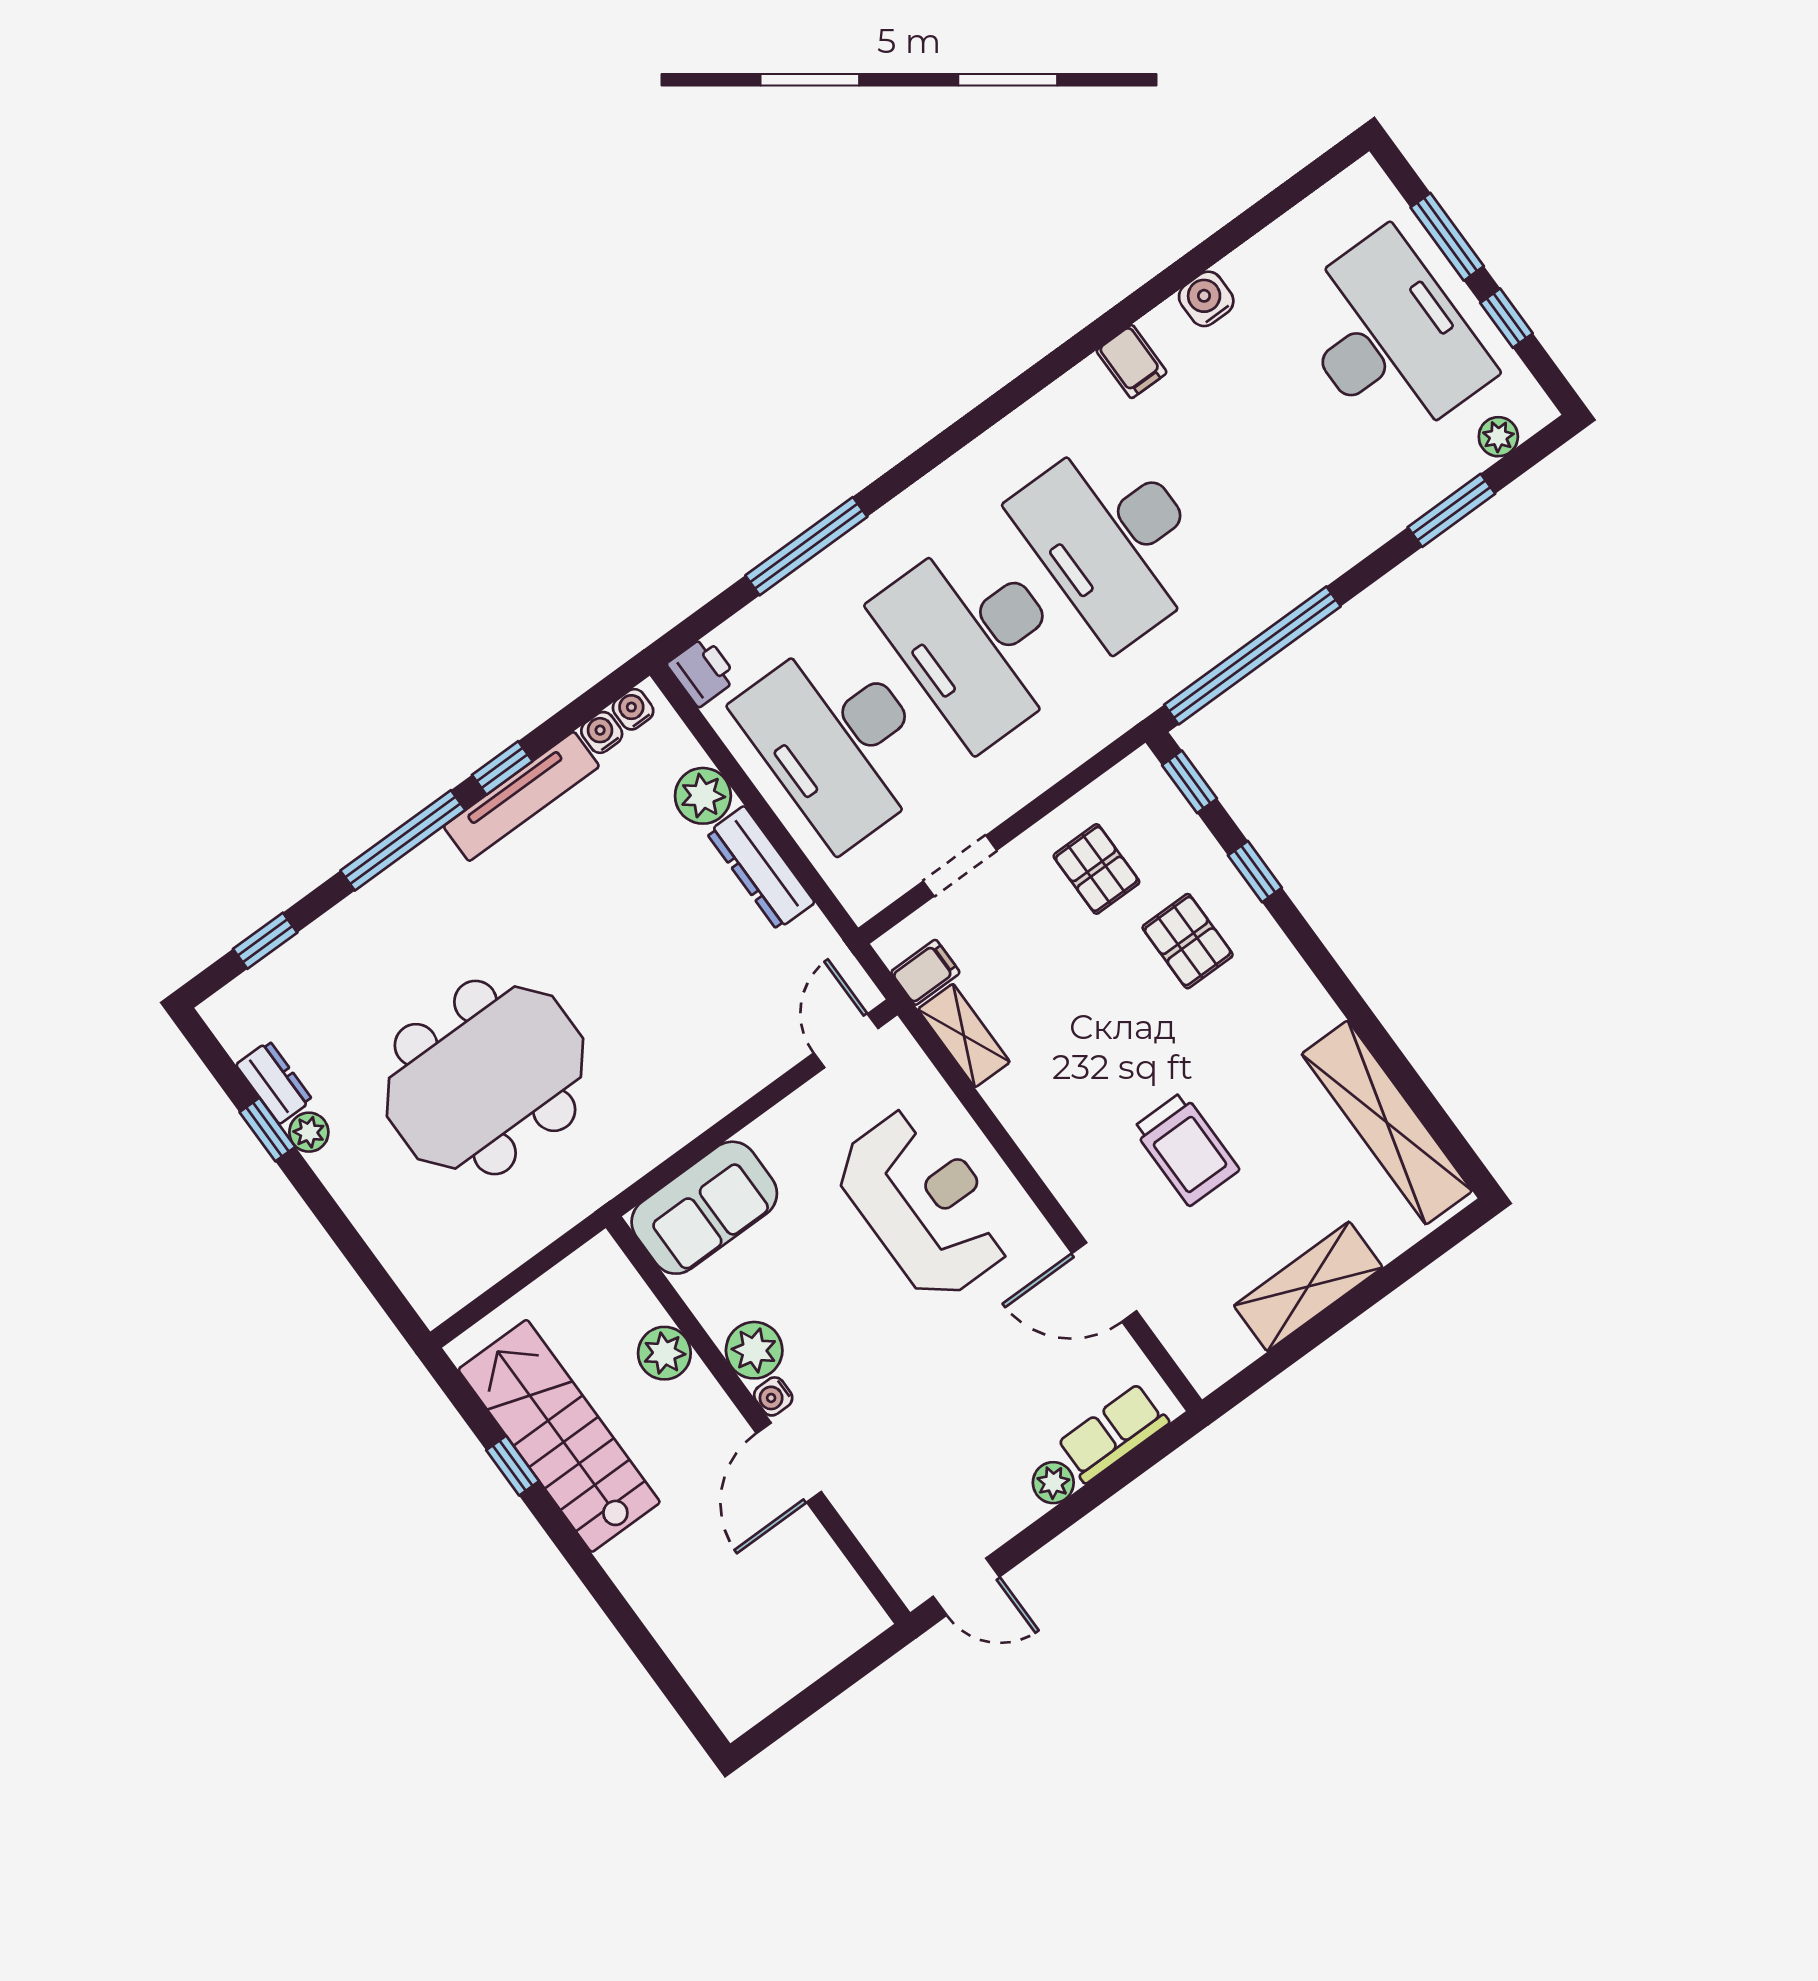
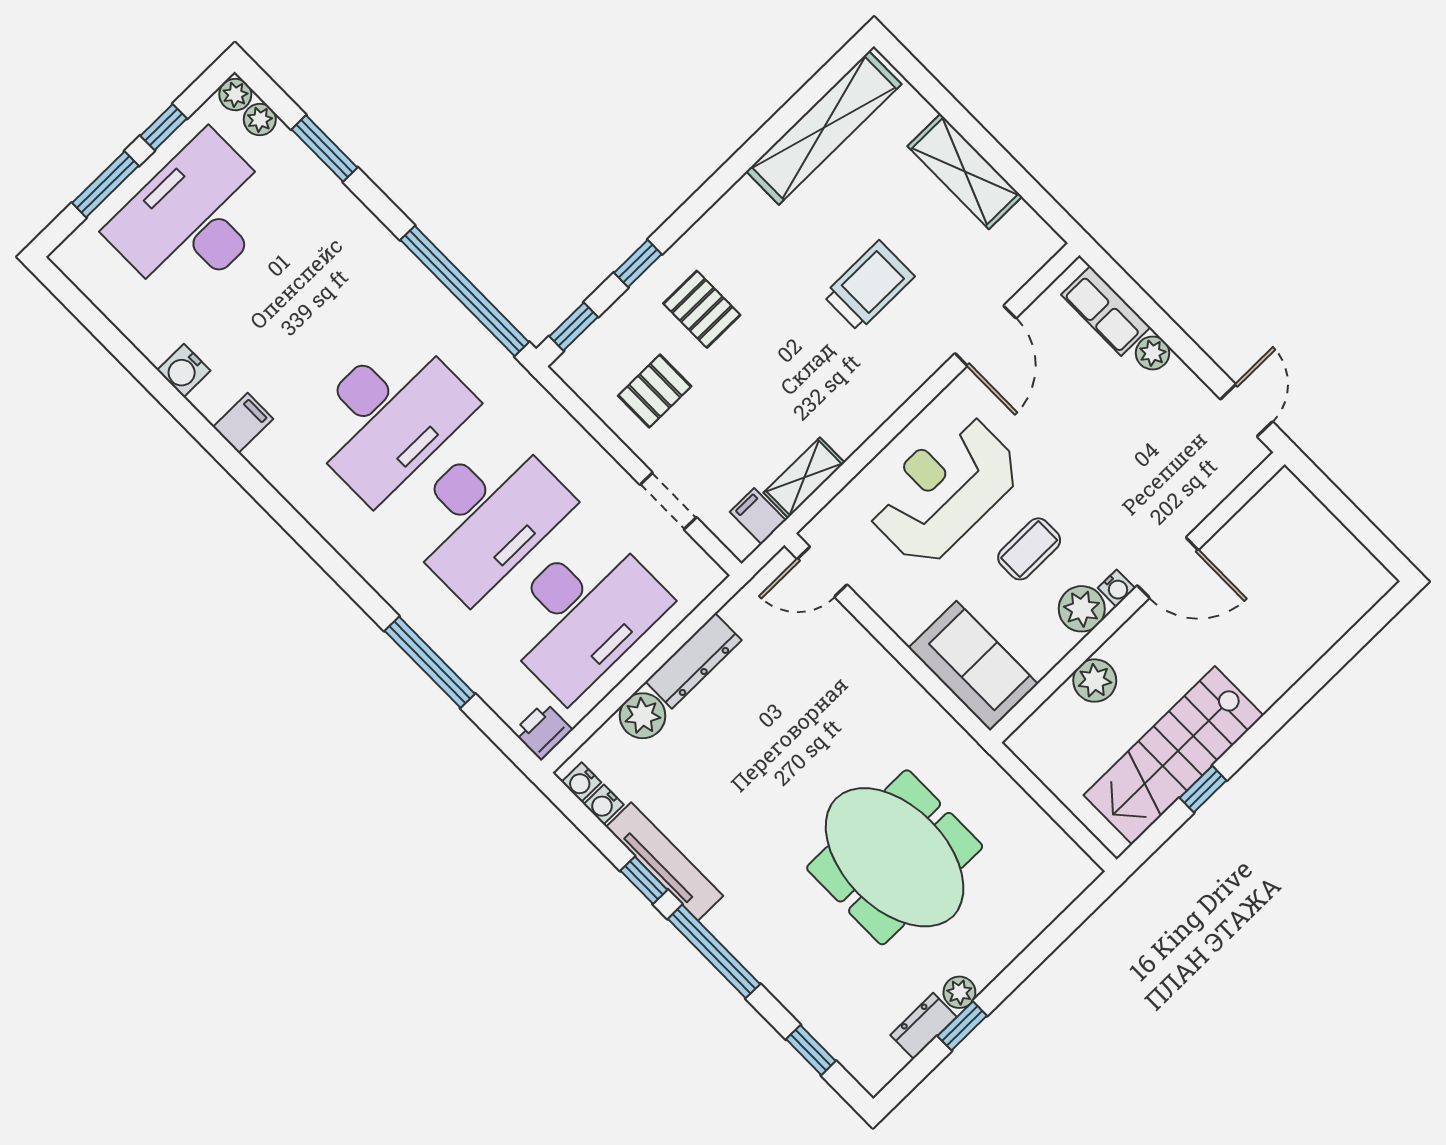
plant: (1533, 411) -> (235, 95), added
pallet: (1188, 941) -> (702, 309), turned 90
coffee table: (837, 1297) -> (1029, 549), added

